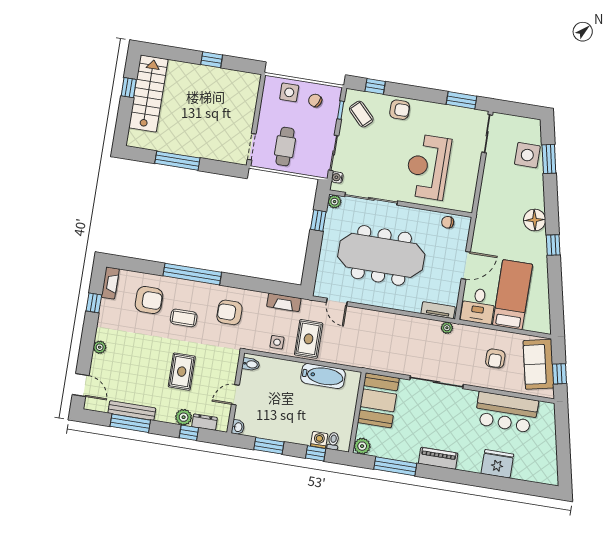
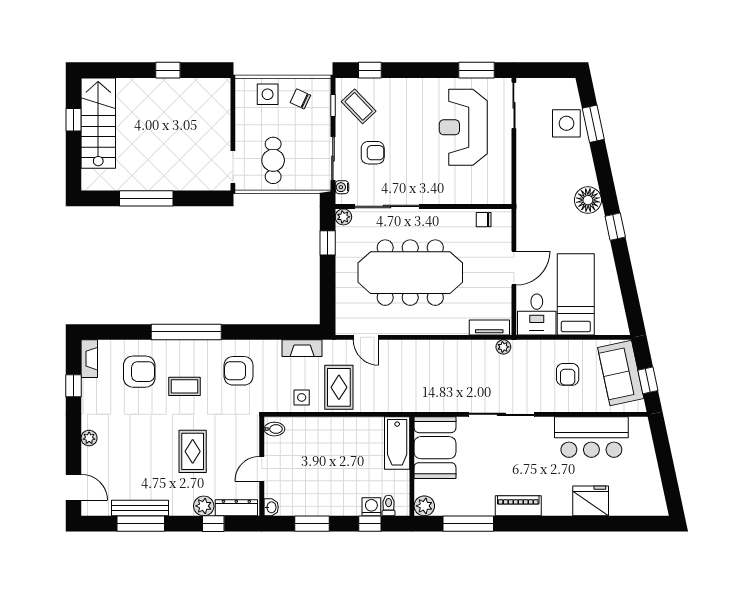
armchair: (400, 110) -> (373, 153), moved
reception desk: (428, 167) -> (463, 127), moved
bathtub: (323, 376) -> (397, 443), moved, turned 90
dresser: (205, 422) -> (236, 508), width x1.44

